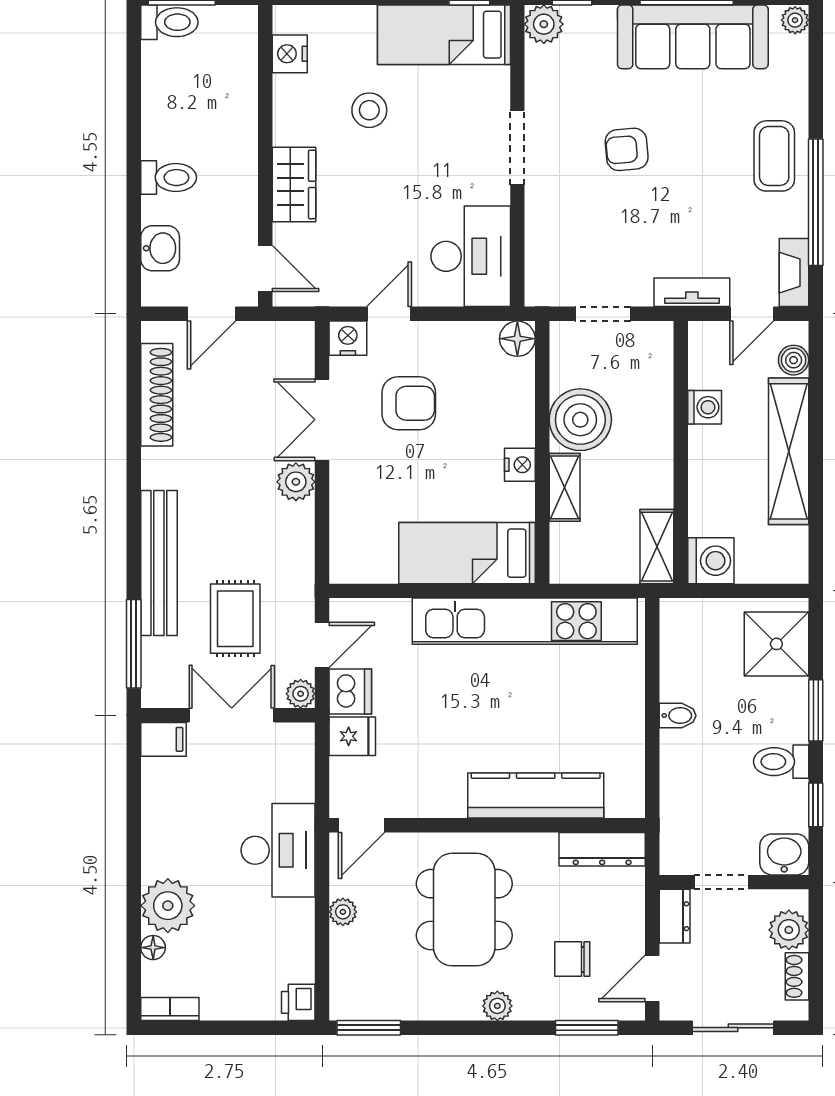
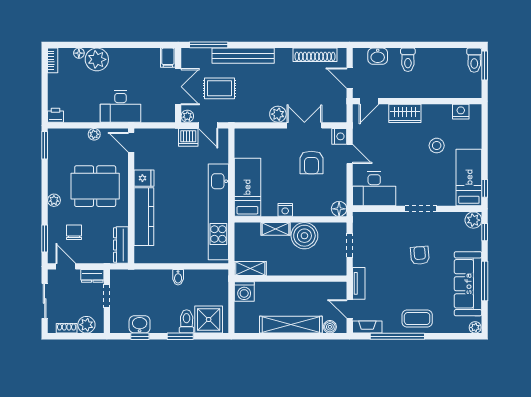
washing machine: (705, 407) -> (310, 289), removed
fridge: (352, 736) -> (144, 178), moved, turned -90
toilet: (781, 762) -> (187, 321), moved
washbasin: (784, 854) -> (140, 324), moved, turned -90

